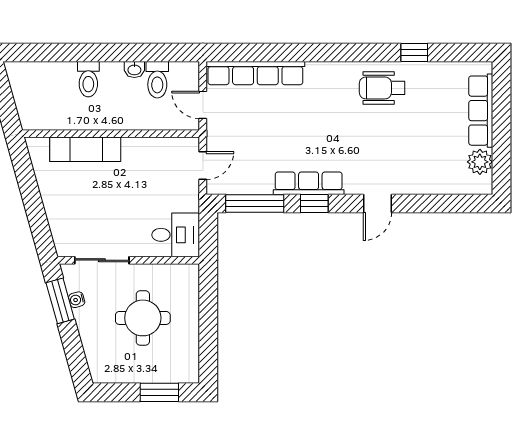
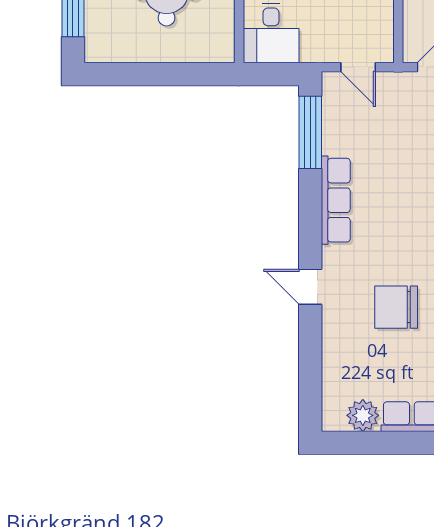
chair: (394, 135) -> (396, 307), added
window: (314, 204) -> (310, 207), removed

